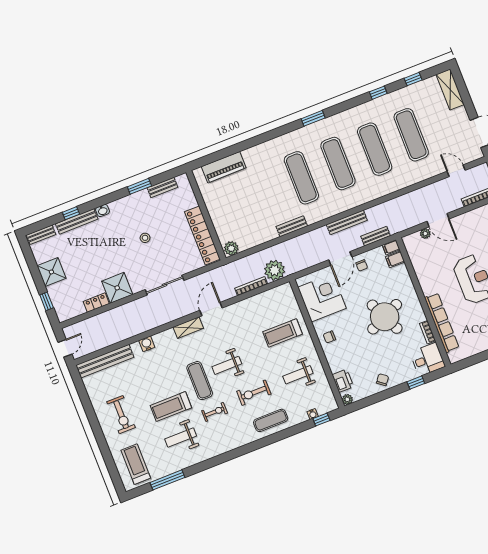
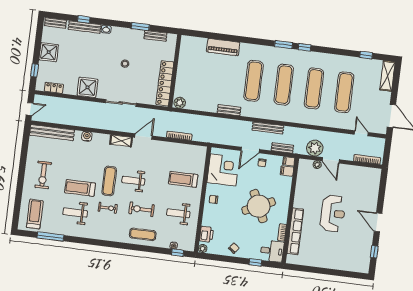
window: (378, 93) -> (304, 47), moved
piano: (224, 167) -> (223, 47), moved
plant: (275, 270) -> (315, 148), moved
locker: (96, 303) -> (54, 88), moved

